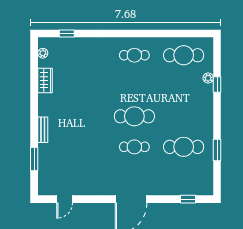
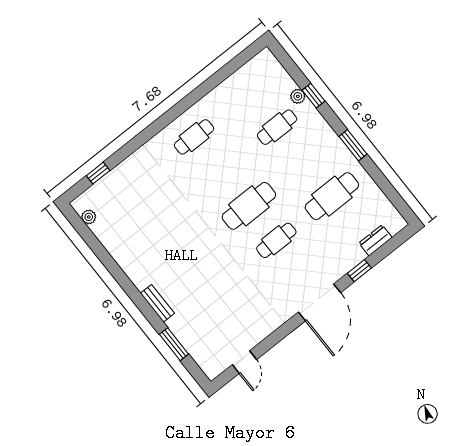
cafe table: (184, 55) -> (277, 127), moved, width x0.73, depth x0.74
wardrobe: (45, 80) -> (116, 246), removed
window: (217, 150) -> (353, 145), moved
dresser: (188, 190) -> (375, 240), added
window: (188, 199) -> (359, 271), moved

